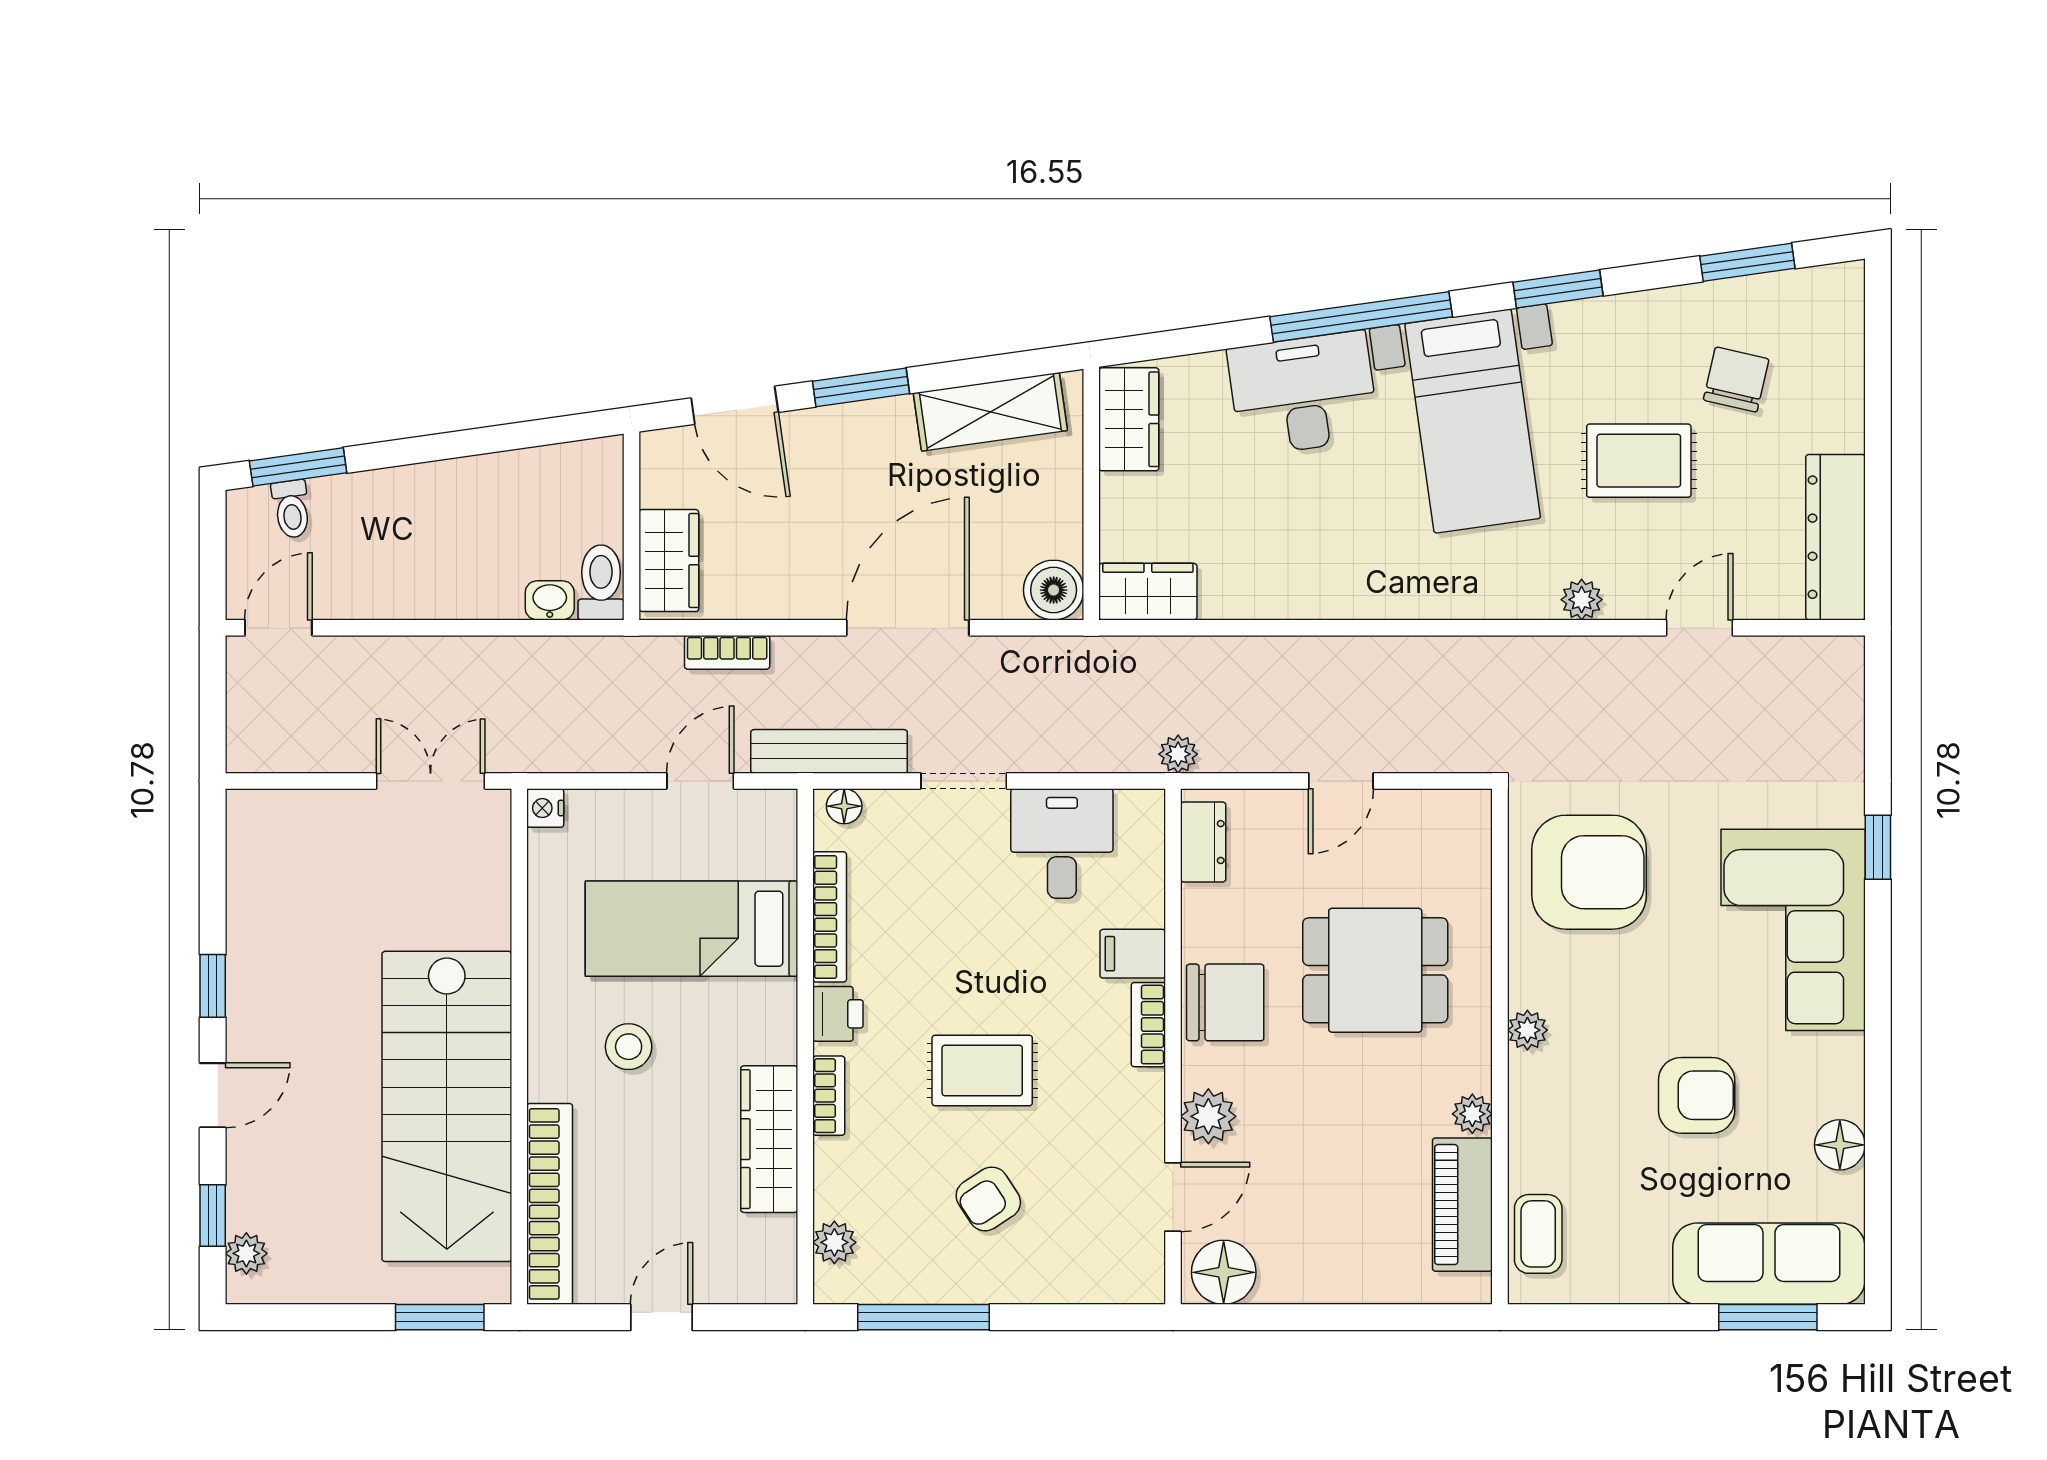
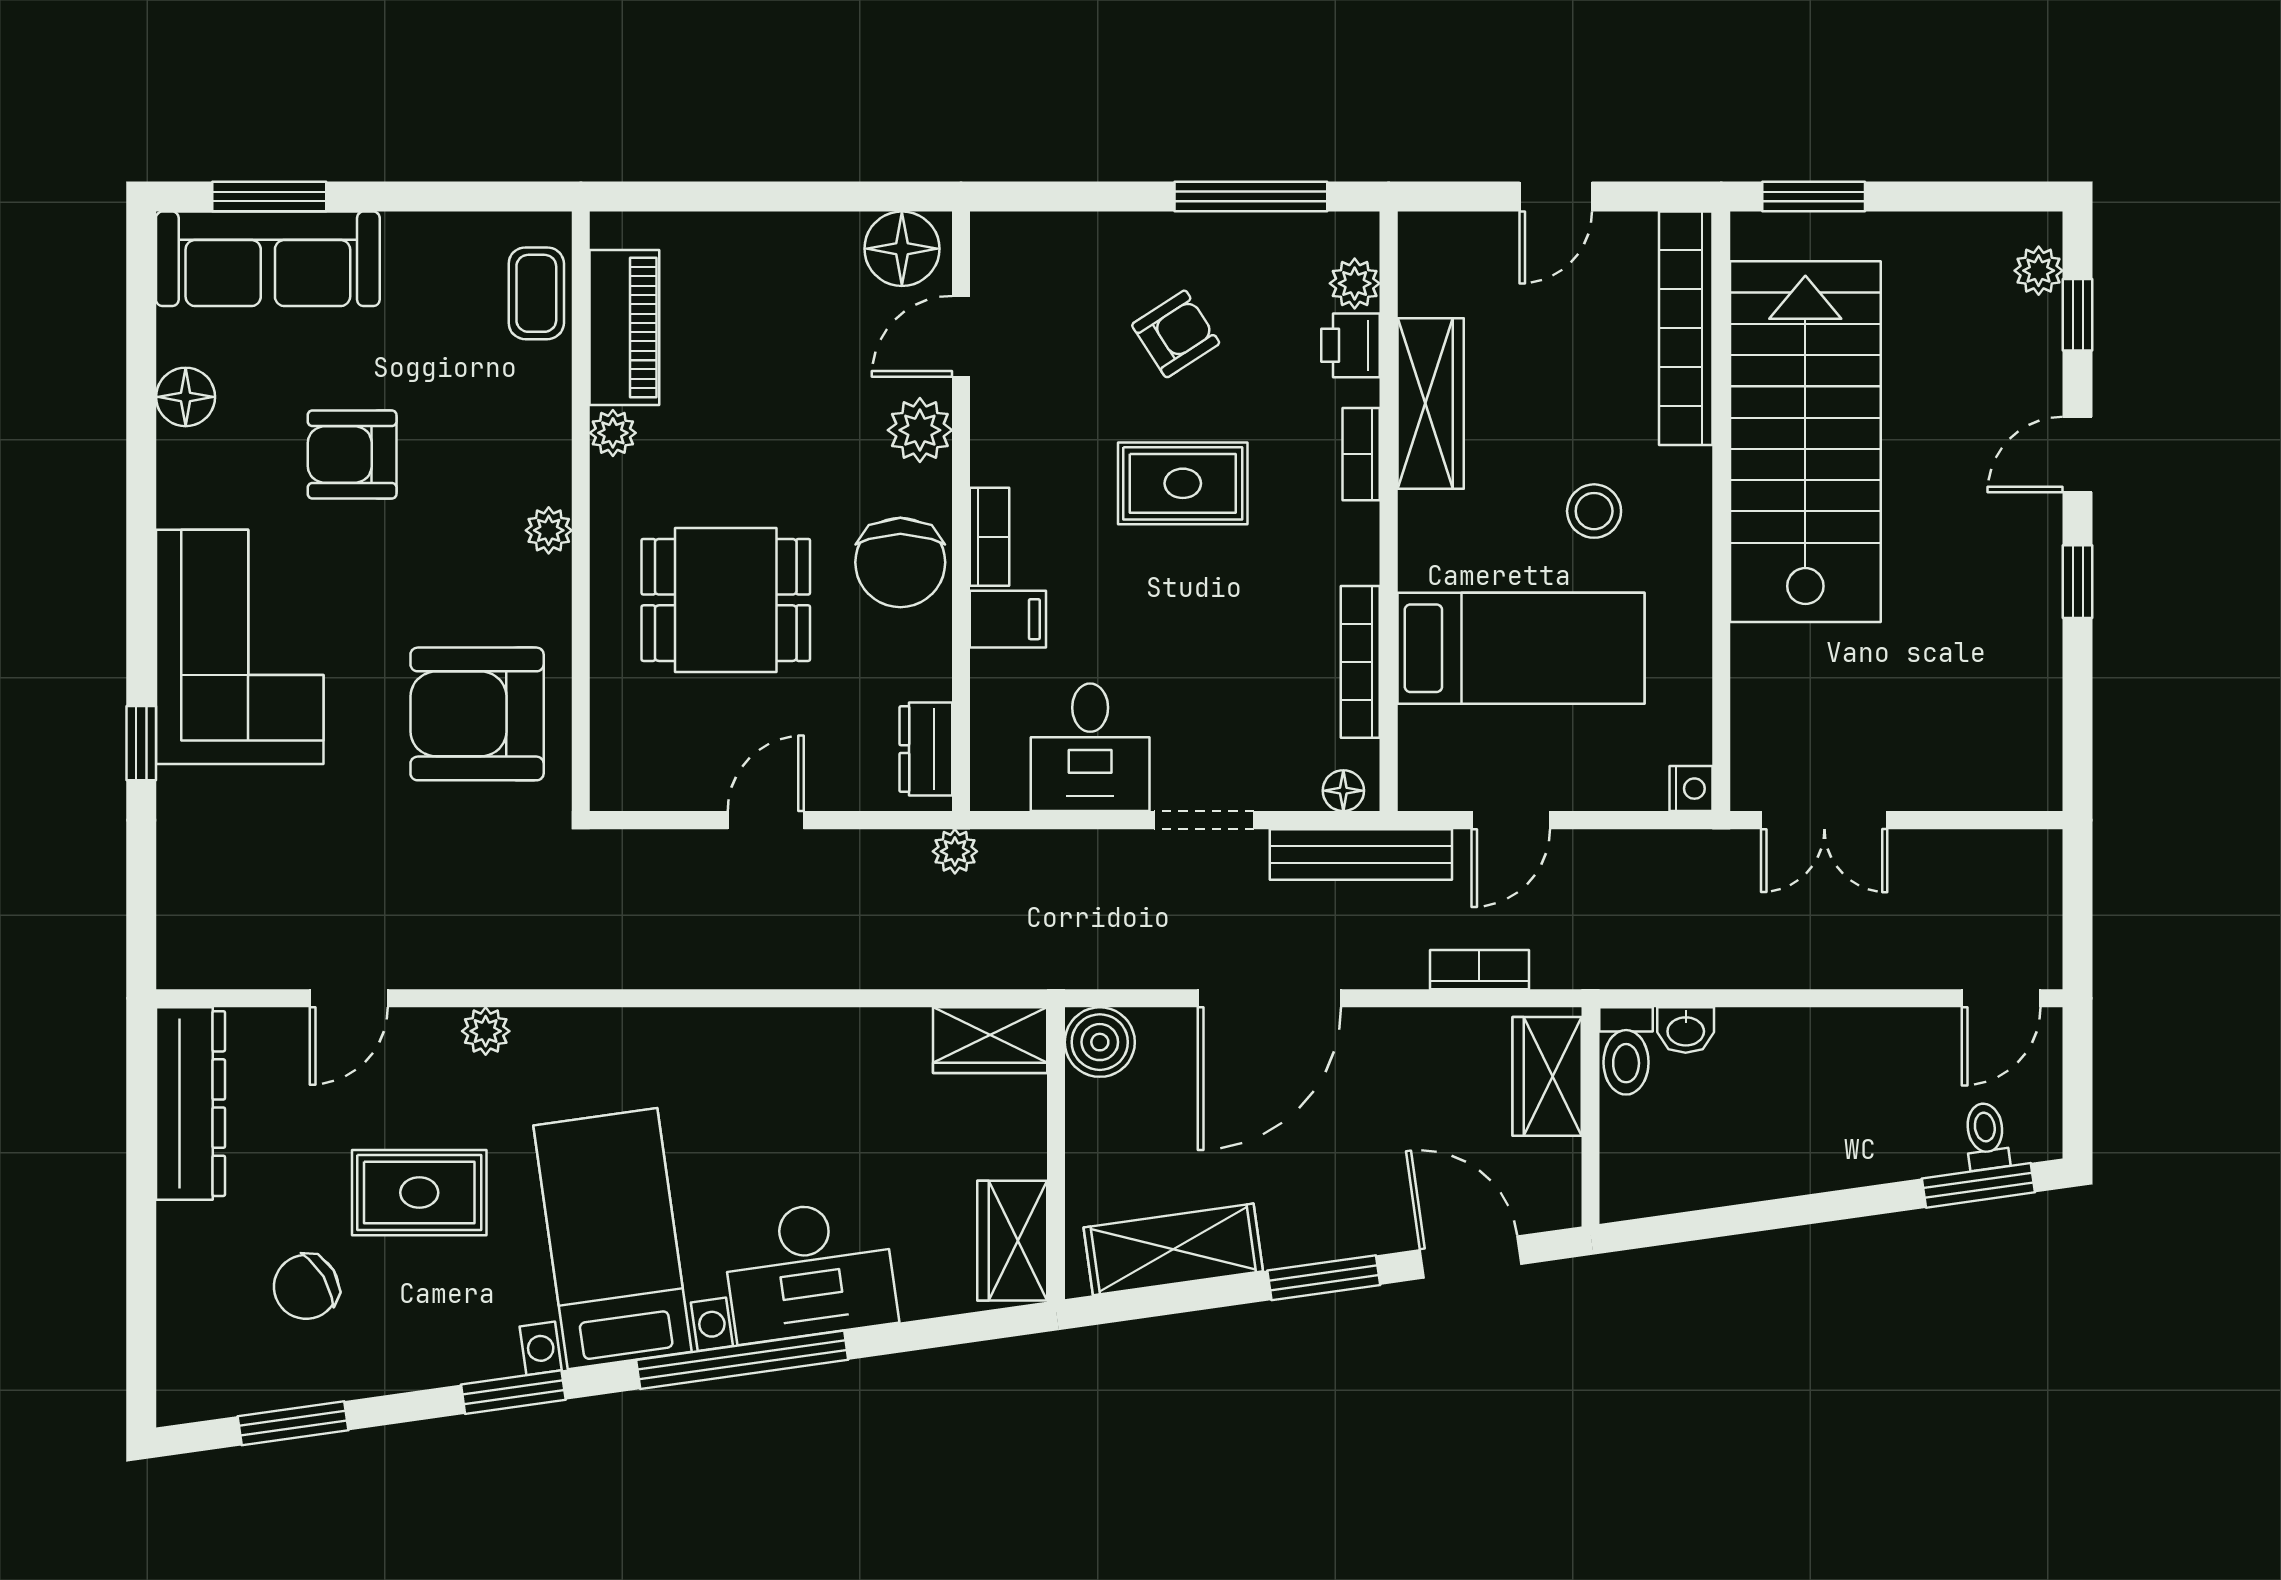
chair: (1736, 380) -> (306, 1287), turned 46
chair: (1225, 1002) -> (900, 562), turned -90
printer: (838, 1014) -> (1351, 345), moved

